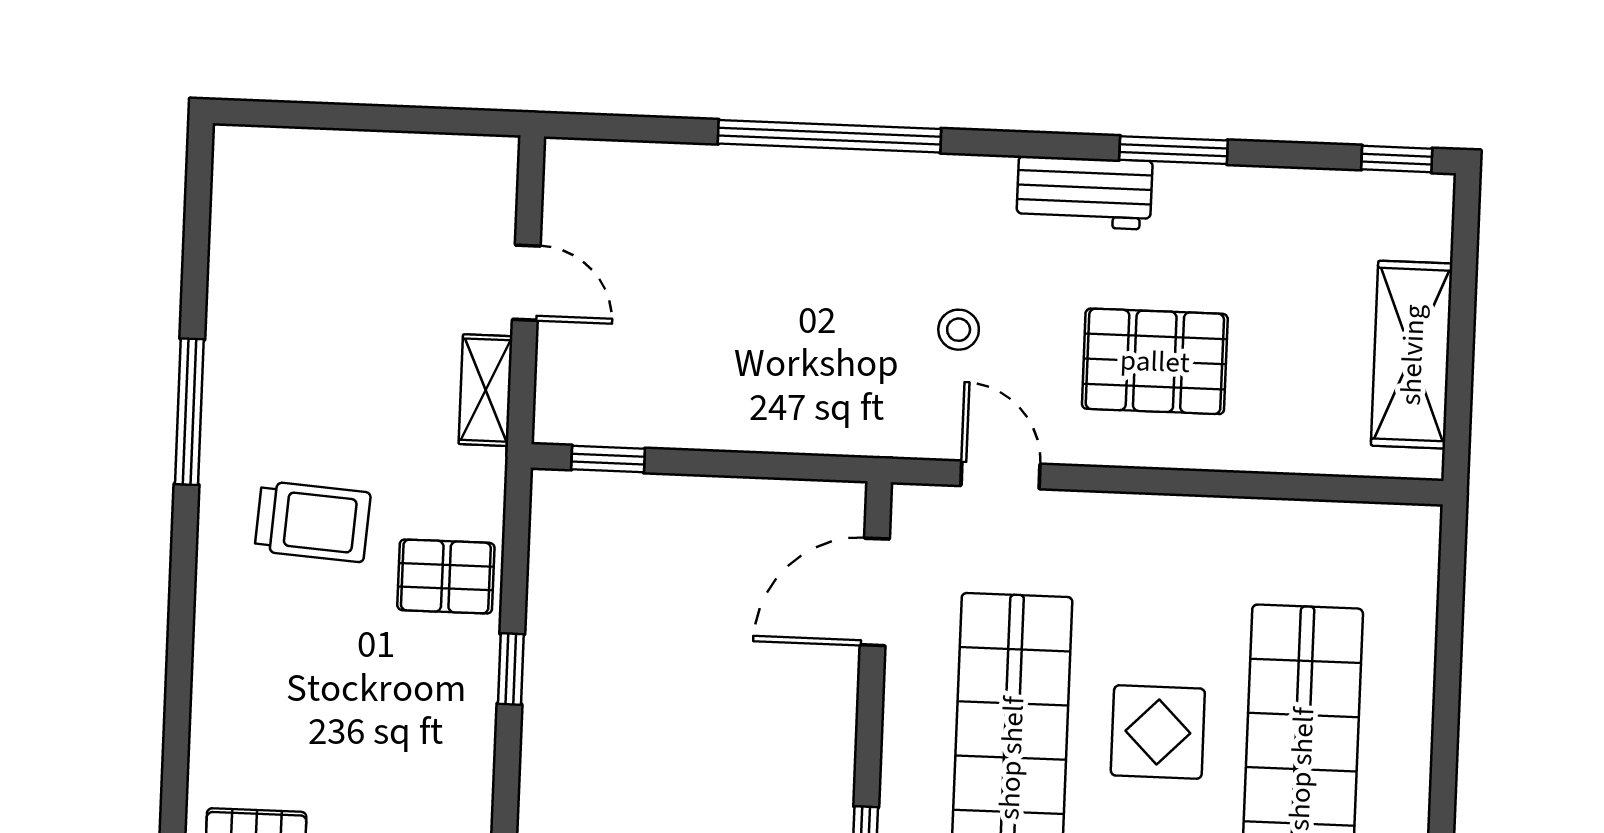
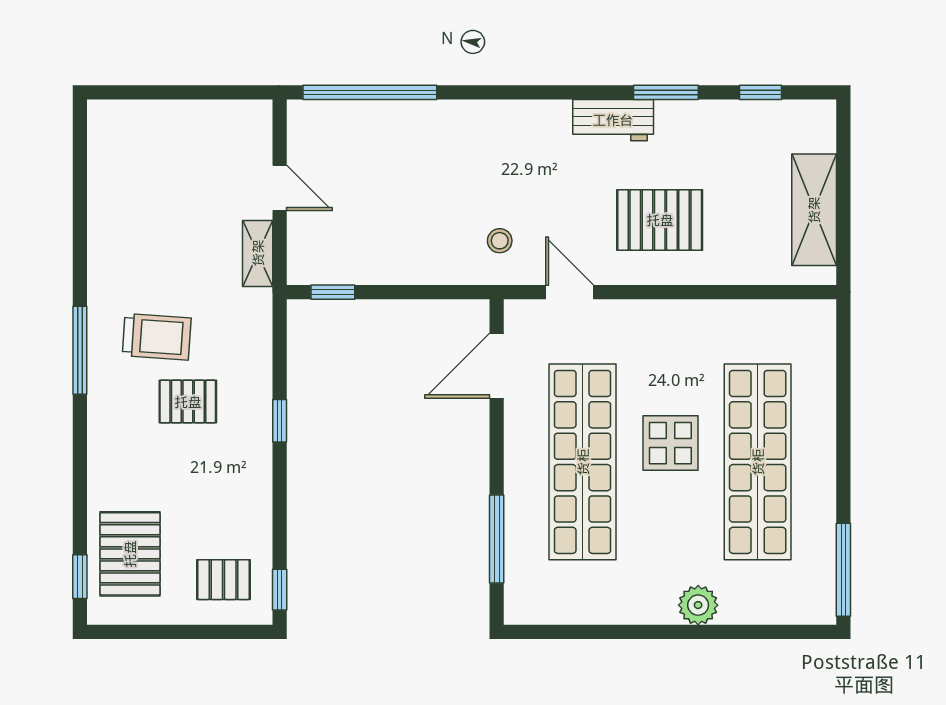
window: (829, 136) -> (370, 92), moved
window: (1397, 159) -> (761, 92), moved
stool: (959, 330) -> (500, 241), moved
window: (189, 412) -> (80, 350), moved
pallet: (446, 577) -> (188, 402), moved

